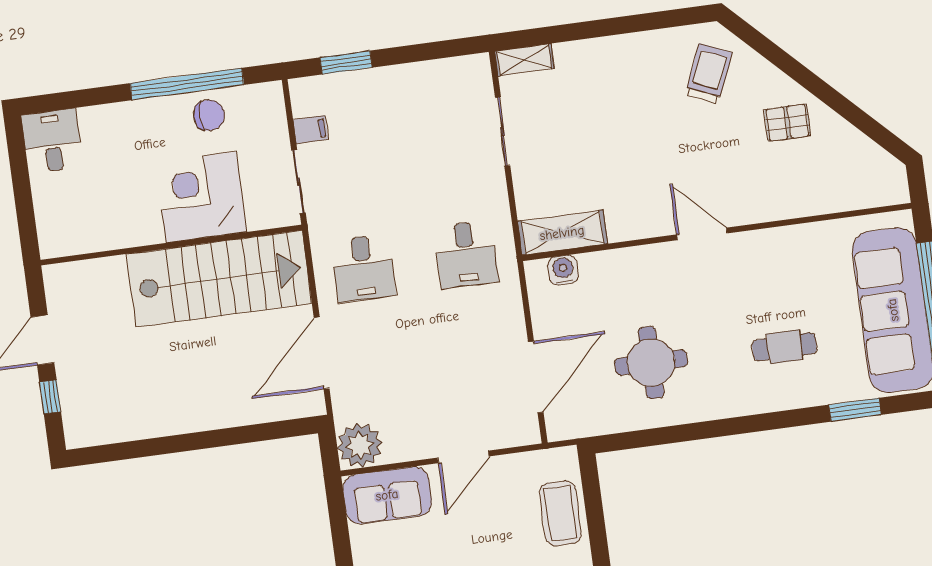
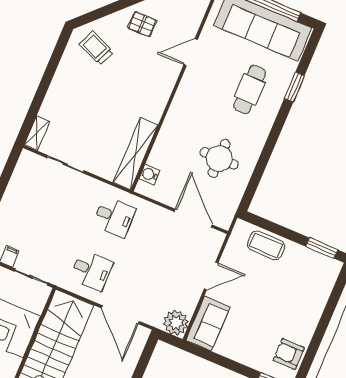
pallet: (787, 123) -> (142, 24), turned 90
shelving: (562, 233) -> (135, 154), width x1.47
door: (702, 234) -> (191, 52), moved
cafe table: (784, 347) -> (250, 90), width x1.37, depth x1.35
window: (855, 410) -> (294, 87), moved
door: (463, 457) -> (211, 276), hinge flipped

